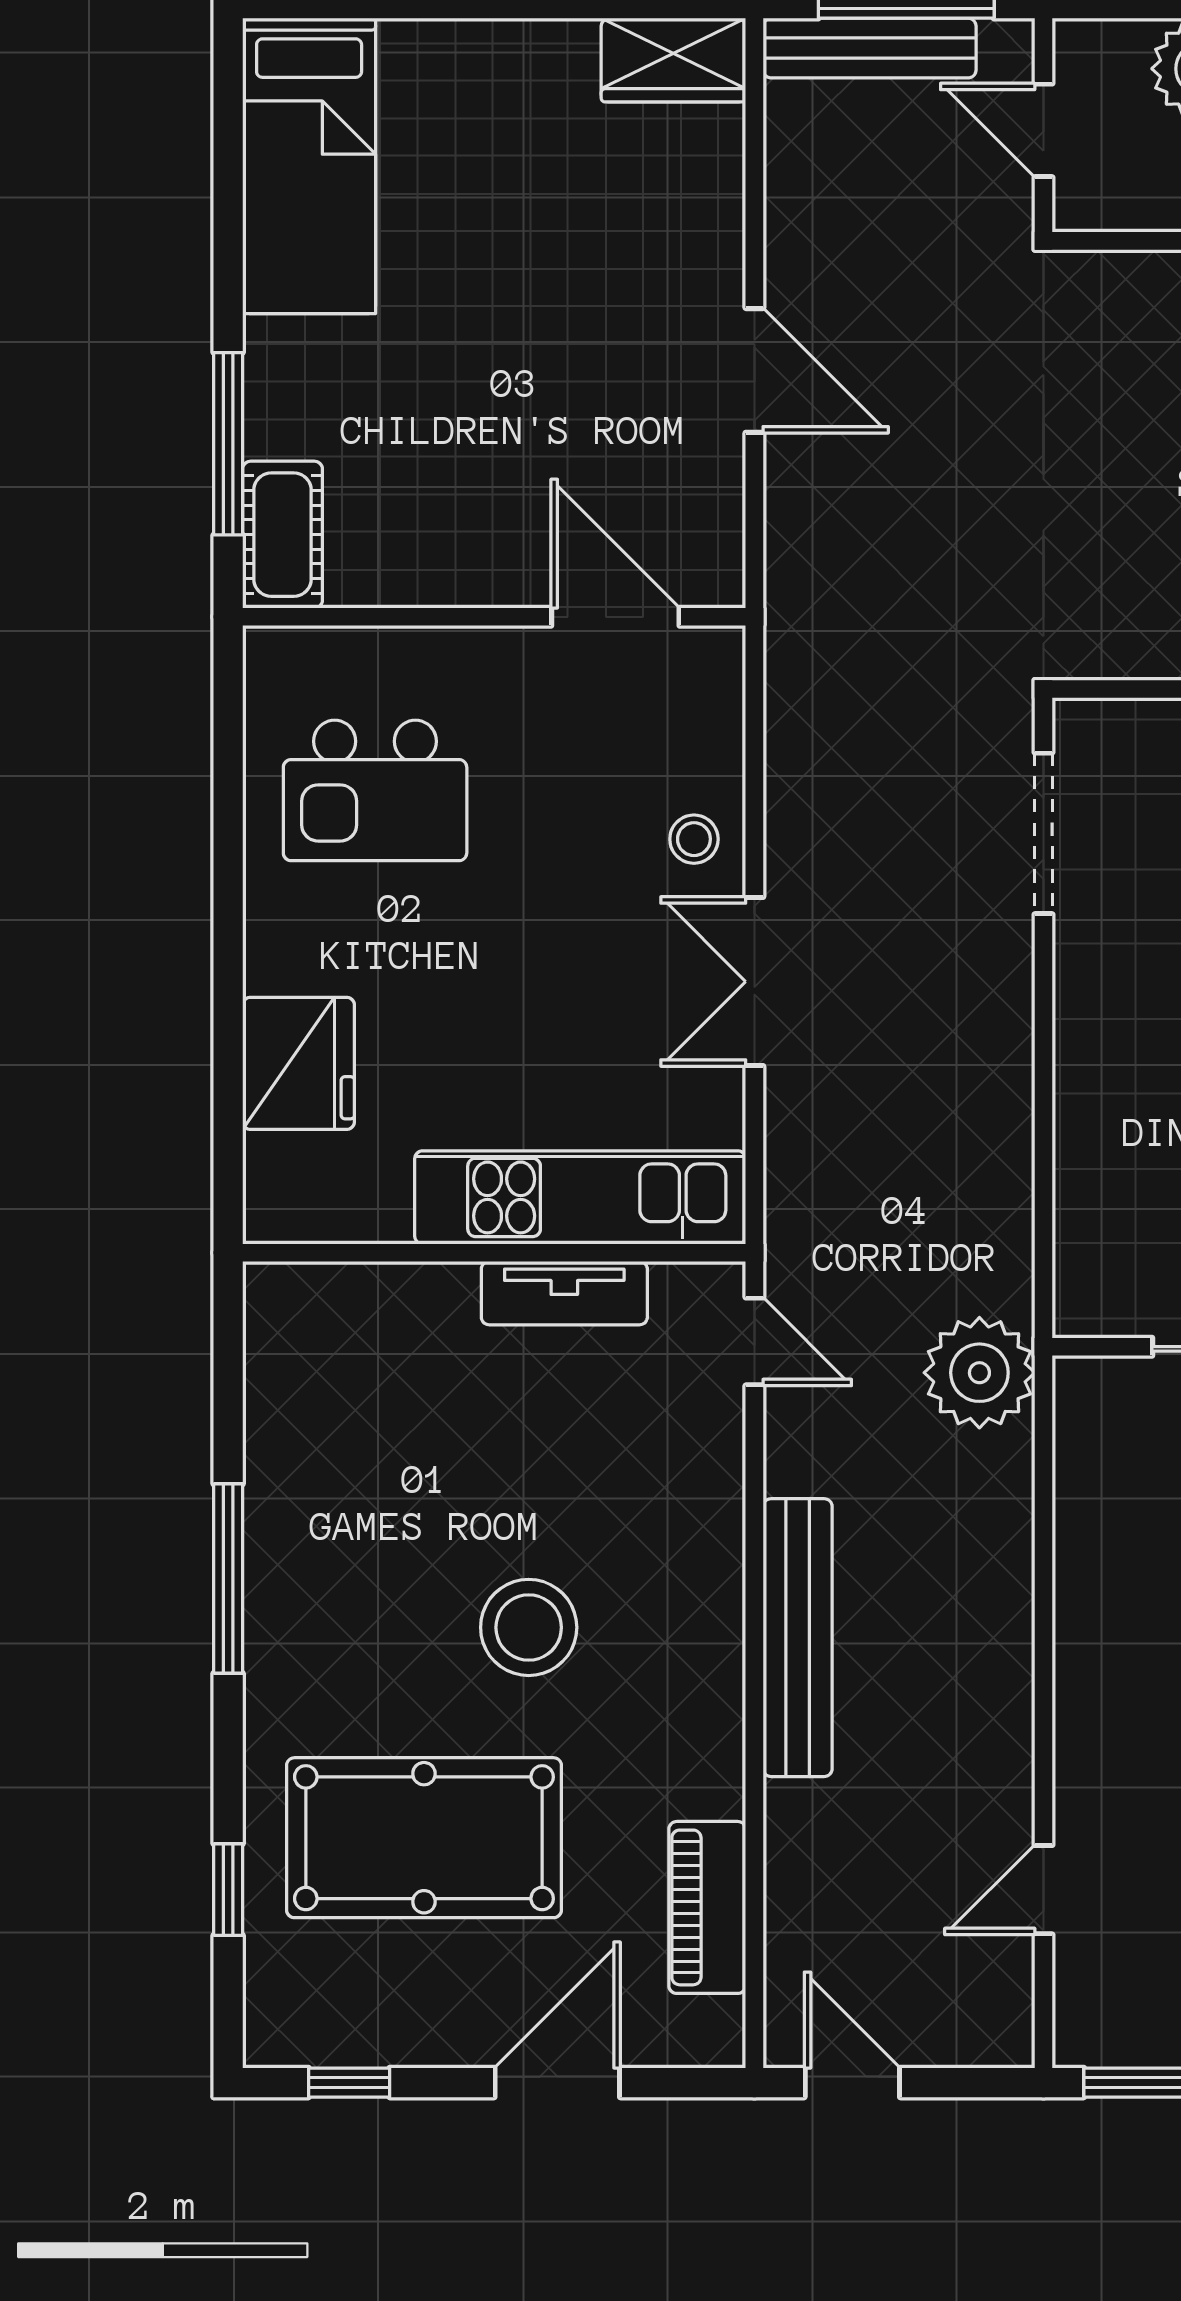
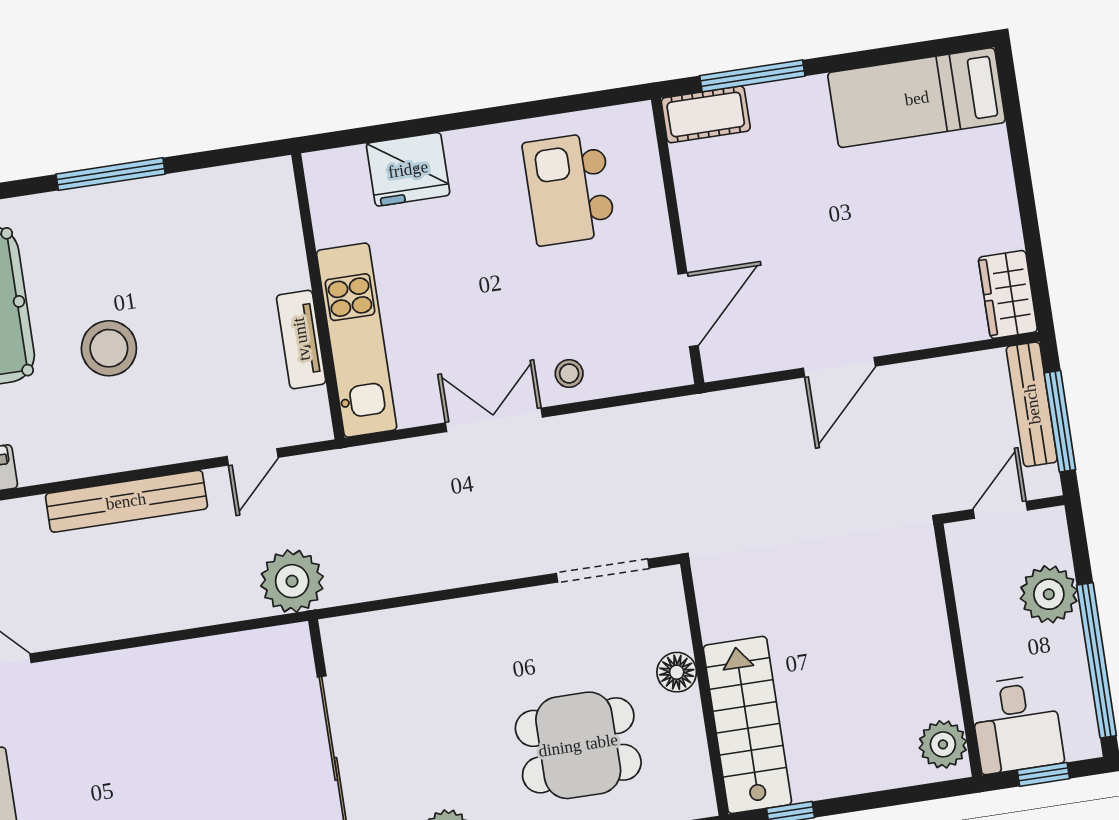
door: (754, 1341) -> (253, 457), moved

